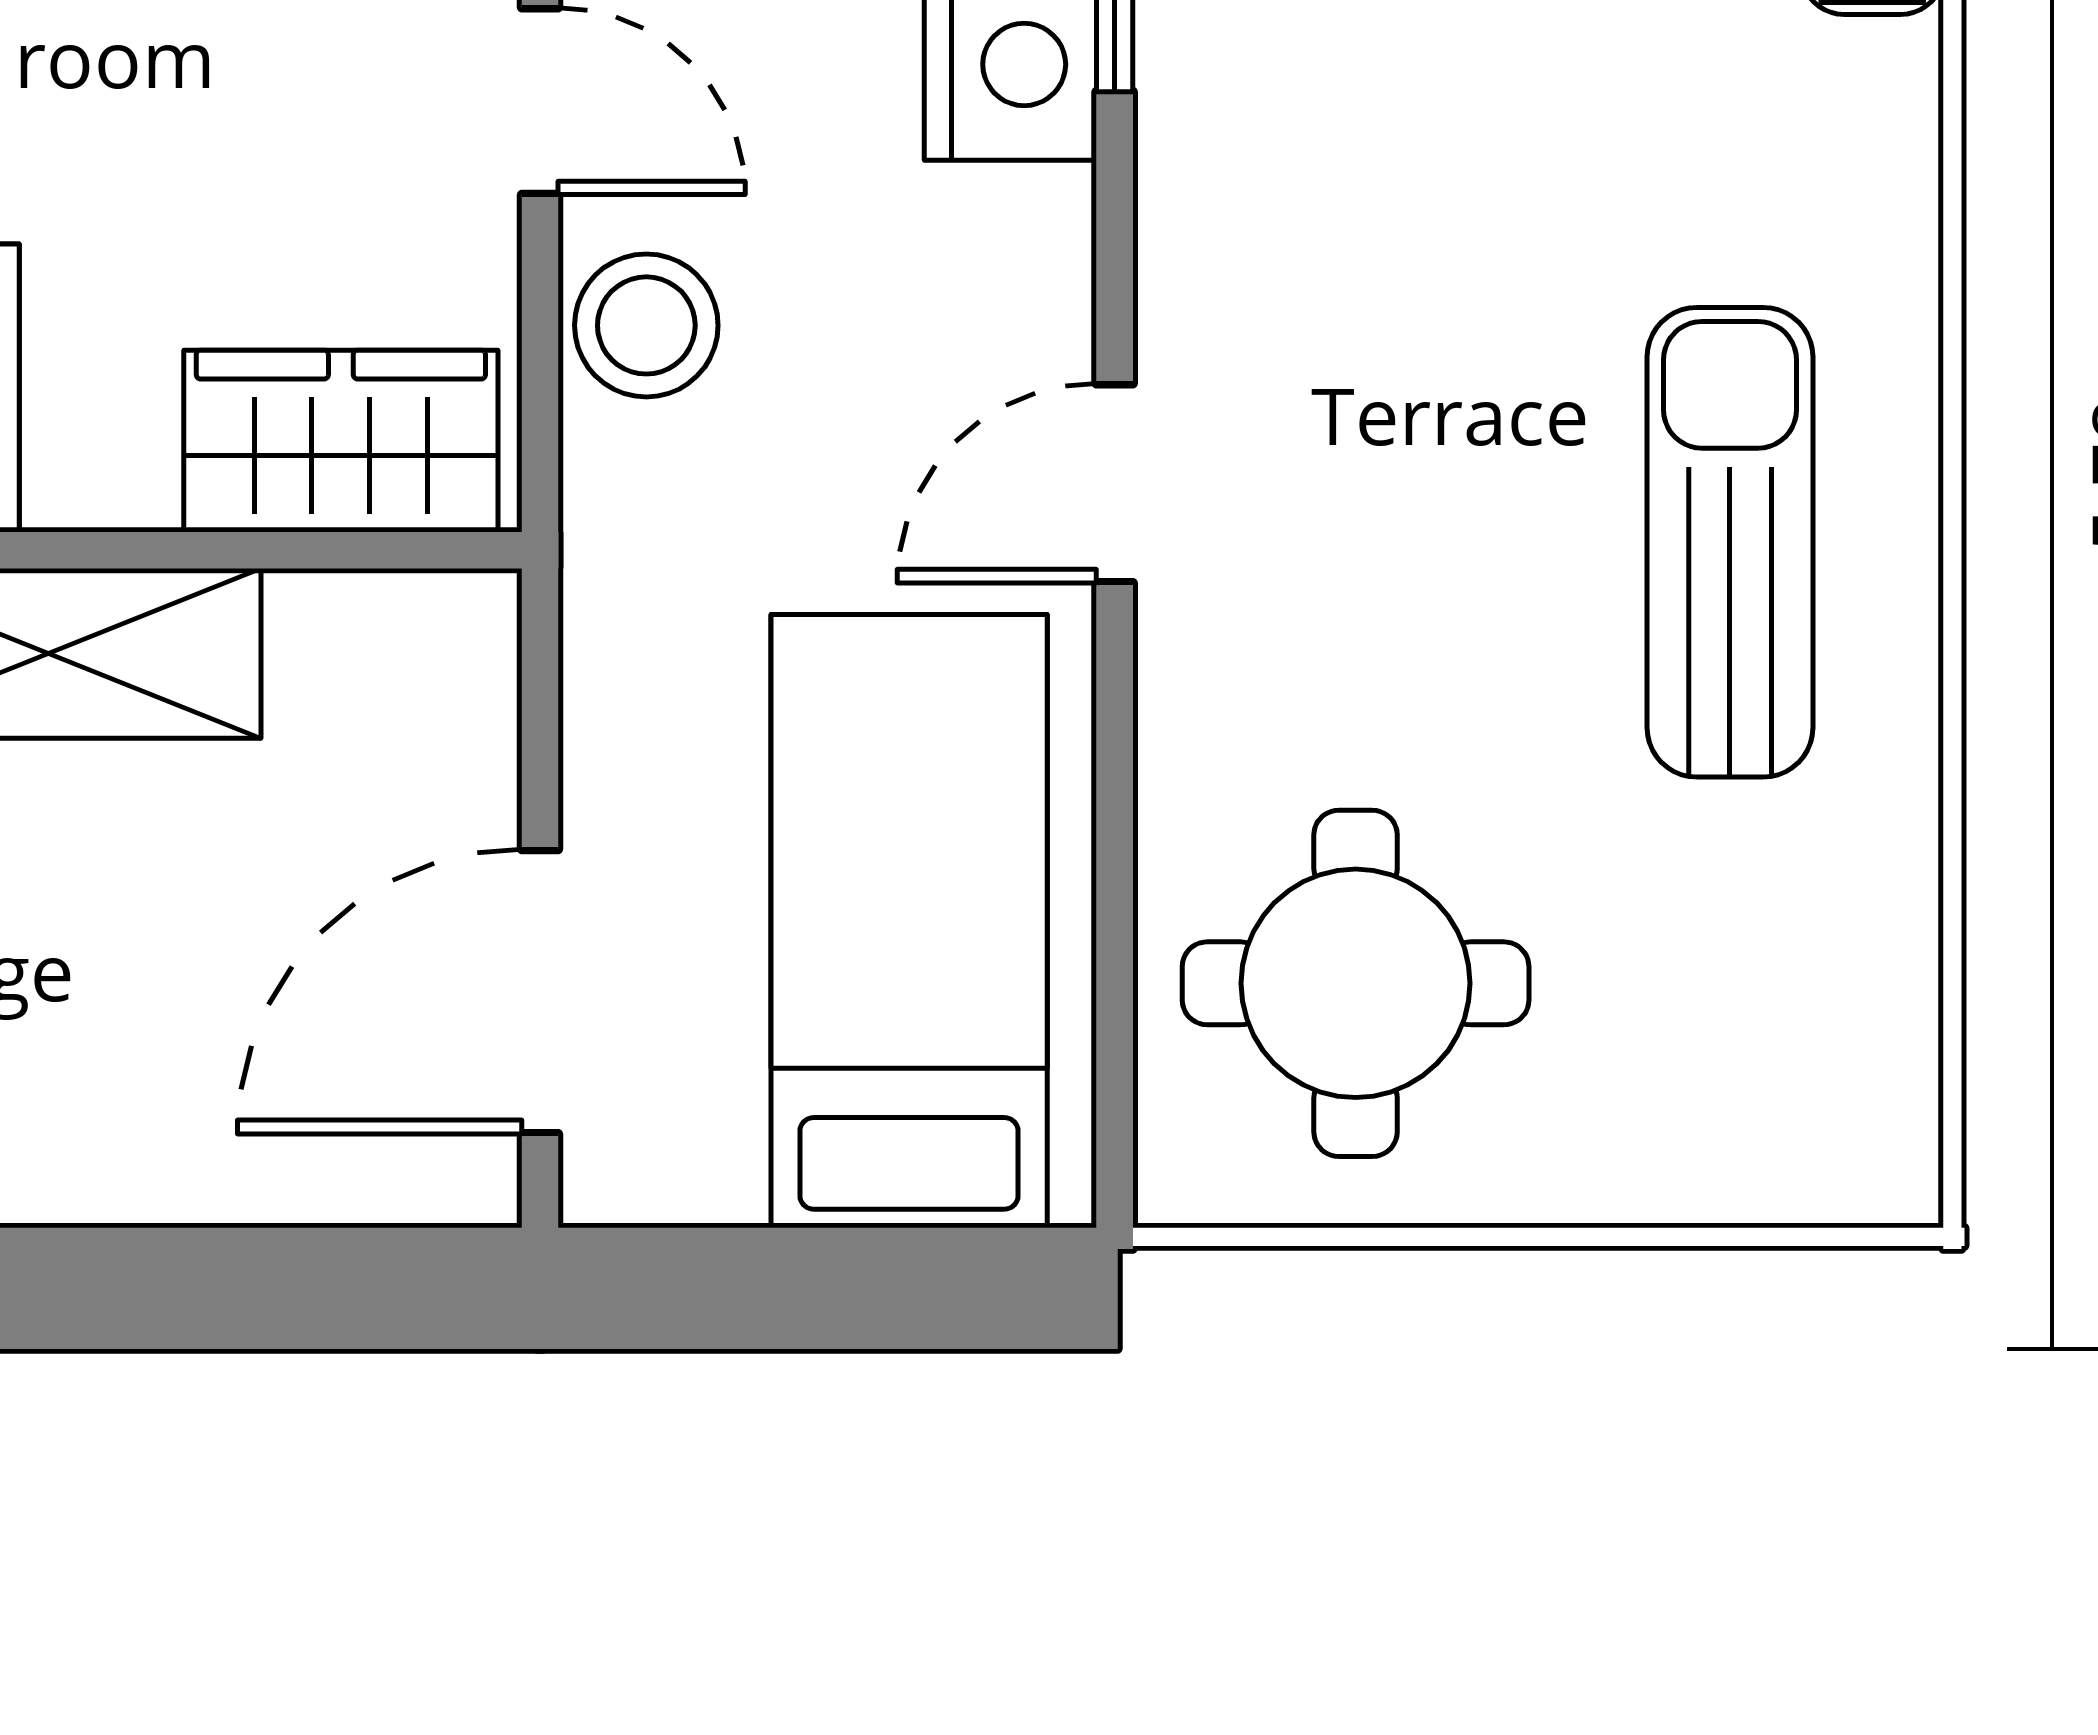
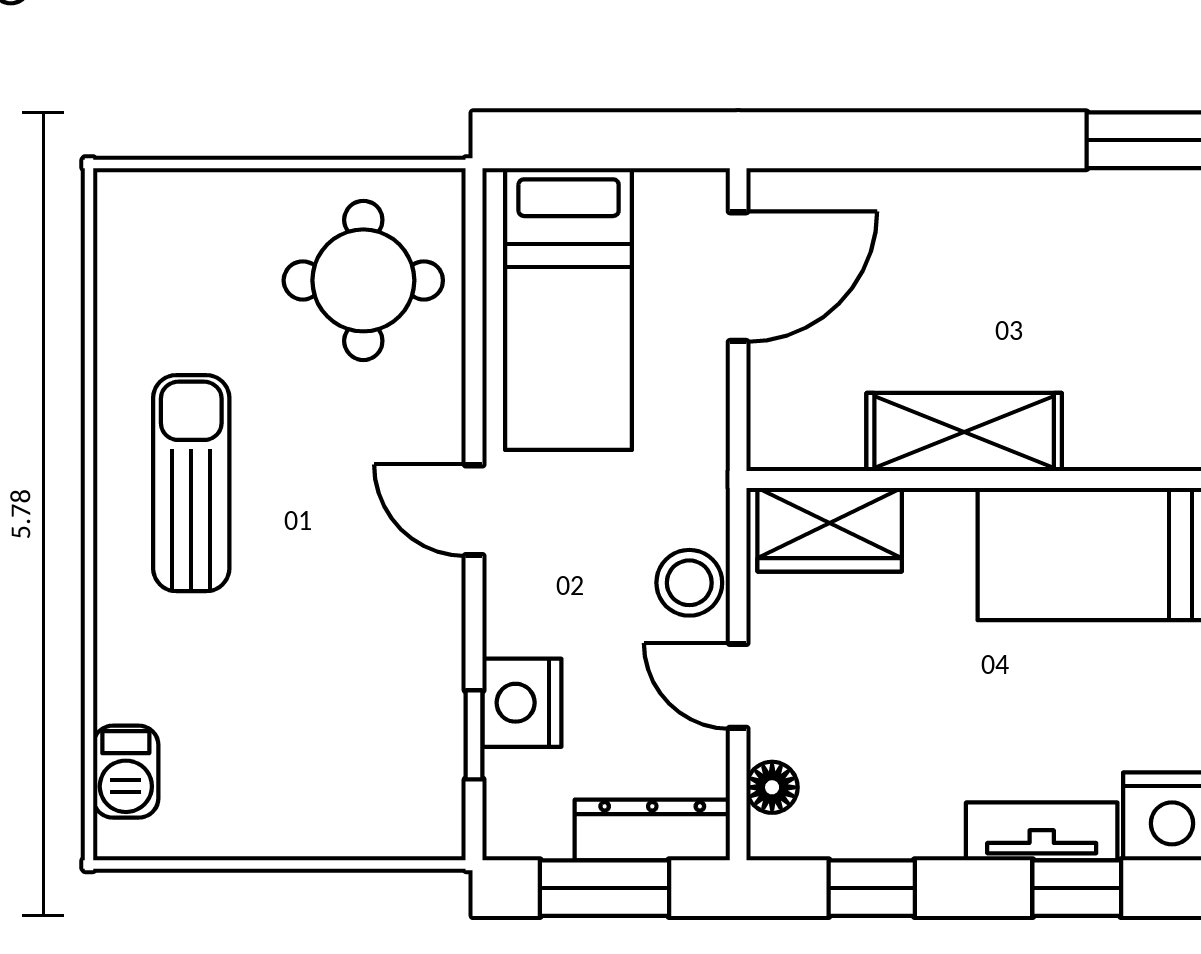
door: (1115, 483) -> (474, 510), swing flipped
sun lounger: (1730, 542) -> (191, 483), turned 180

